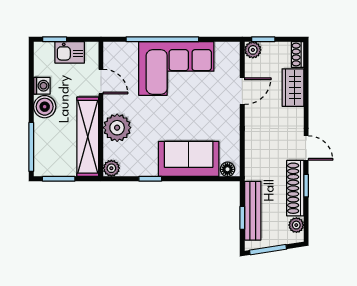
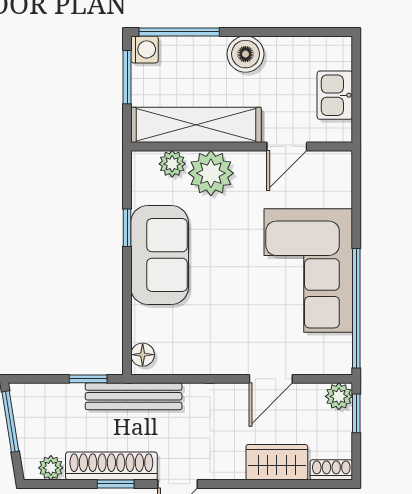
window: (55, 39) -> (356, 71), removed
window: (162, 39) -> (356, 308), moved
washing machine: (42, 86) -> (144, 49), moved, turned -90
door: (242, 91) -> (271, 379), hinge flipped
sofa: (189, 159) -> (160, 255), moved
plant: (111, 168) -> (172, 164), moved
bench: (253, 211) -> (134, 396), moved
window: (242, 218) -> (88, 379), moved

